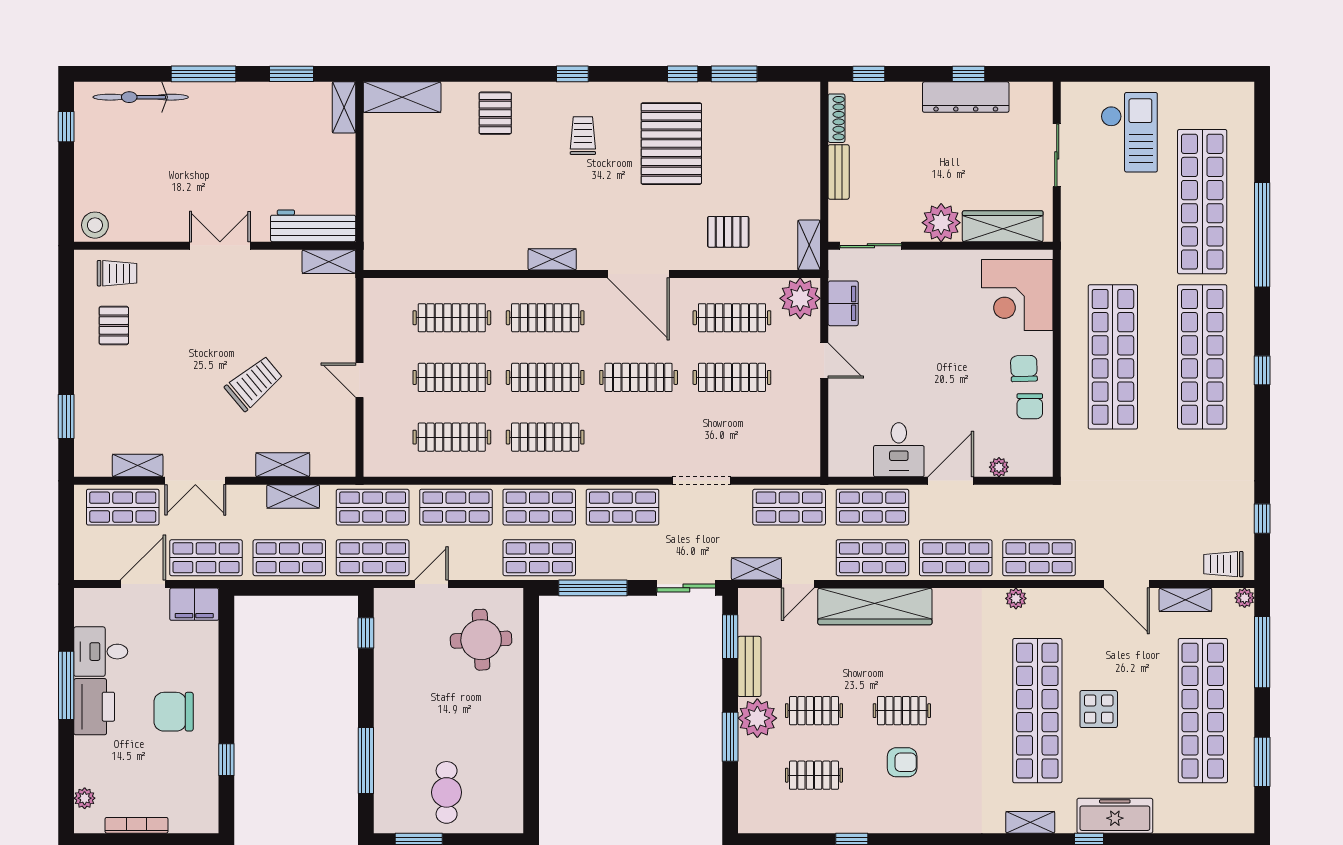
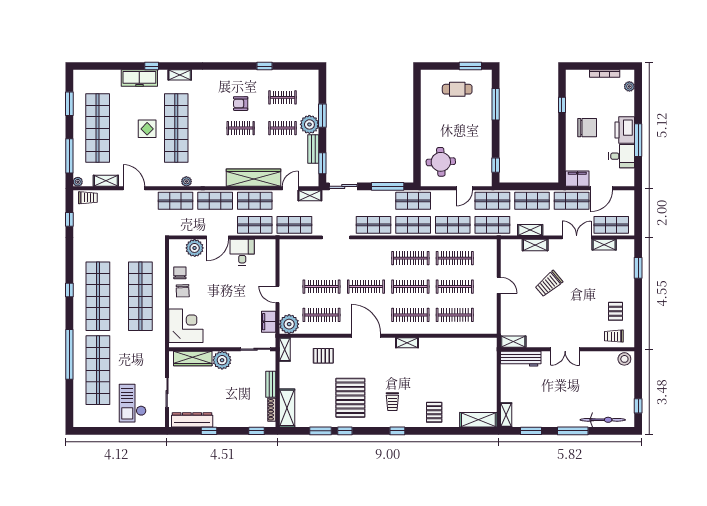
dresser: (966, 97) -> (192, 420), moved
shelving: (804, 122) -> (287, 408), added
plant: (999, 467) -> (195, 248), width x1.88, depth x1.88
cafe table: (447, 792) -> (457, 89), turned 90

